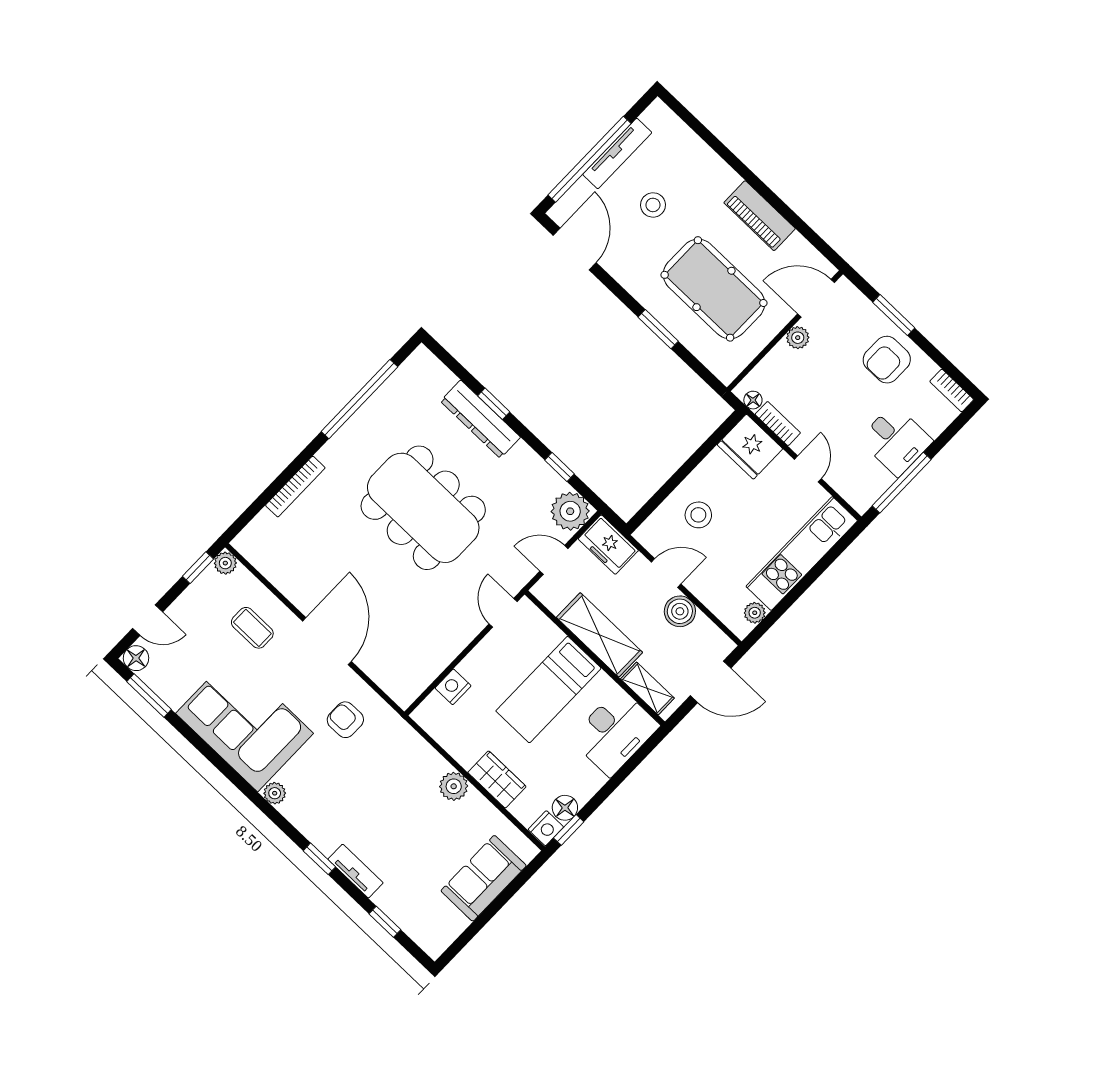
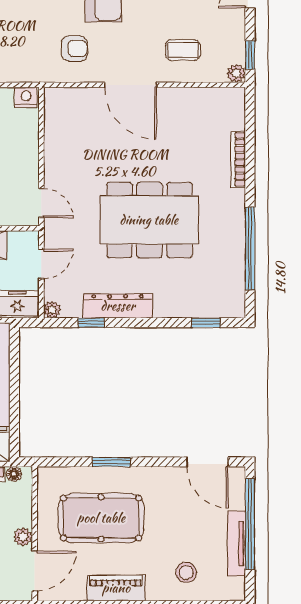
stool: (653, 205) -> (186, 572), moved
window: (494, 404) -> (206, 323), moved
dresser: (480, 419) -> (118, 306), moved
plant: (570, 511) -> (52, 310), width x0.53, depth x0.53
nightstand: (453, 687) -> (26, 97), moved, turned -90

